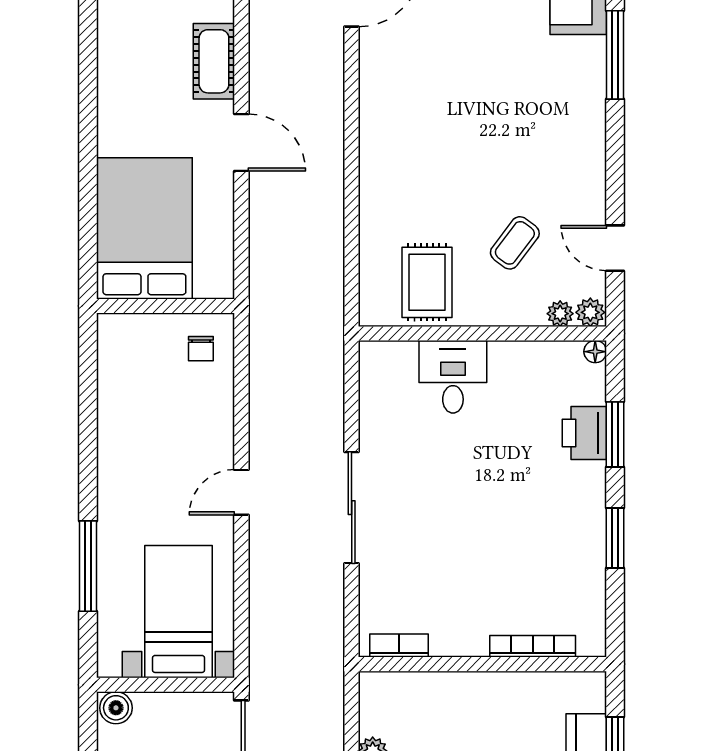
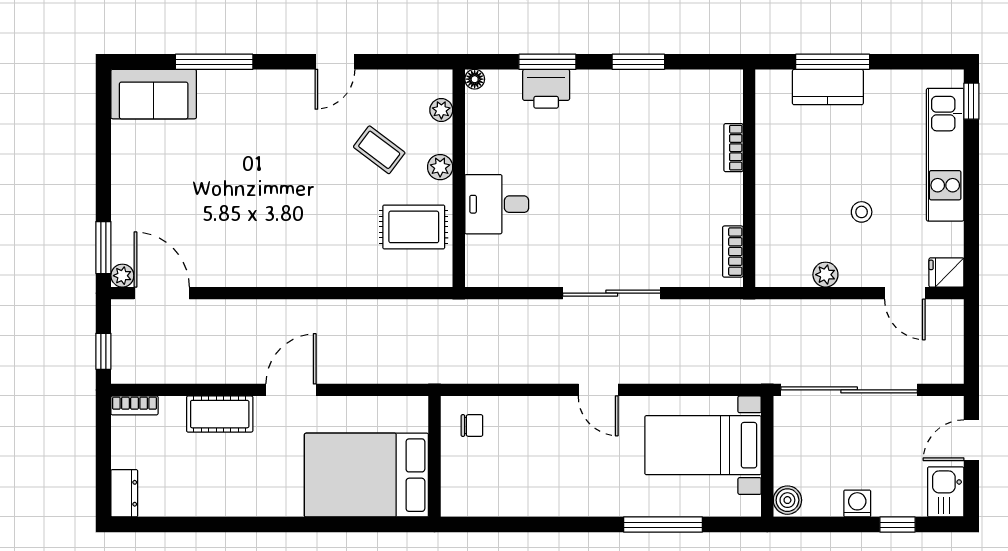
door: (615, 248) -> (335, 62), moved
plant: (590, 312) -> (440, 167), moved
bookcase: (533, 646) -> (733, 148), width x0.64

